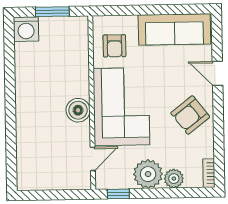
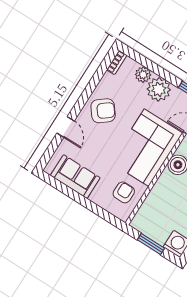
sofa: (174, 29) -> (75, 177), width x0.73

